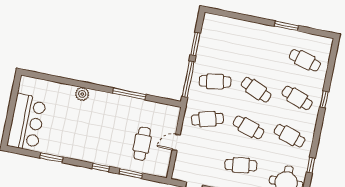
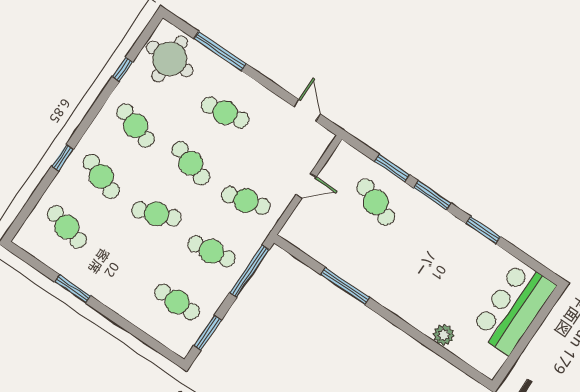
window: (195, 44) -> (207, 333), moved
cafe table: (223, 44) -> (177, 302), added
cafe table: (256, 90) -> (156, 214), turned -45
plant: (82, 94) -> (444, 335), moved
cafe table: (142, 144) -> (376, 202), moved, turned -69
window: (51, 158) -> (483, 230), moved
window: (101, 168) -> (432, 195), width x1.50

